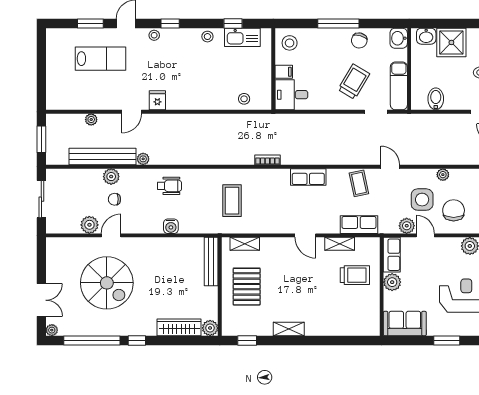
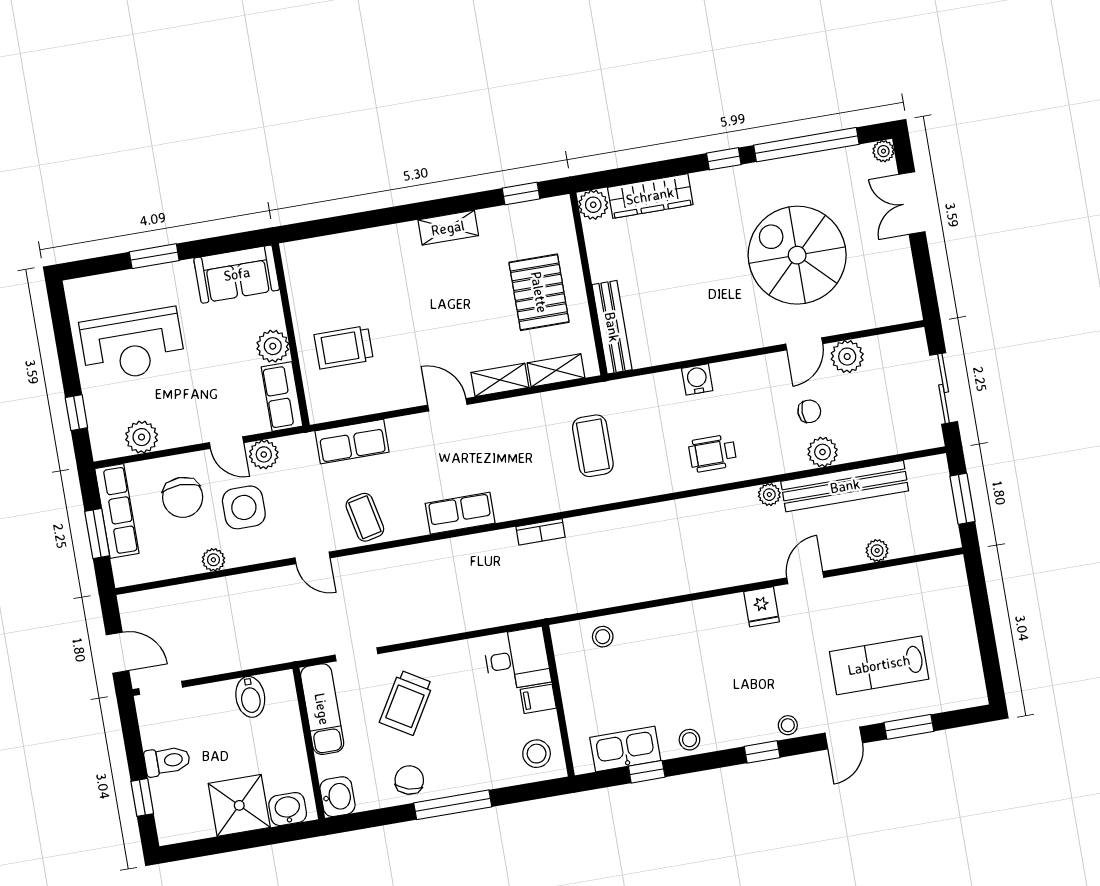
shelving: (340, 244) -> (500, 380), moved

